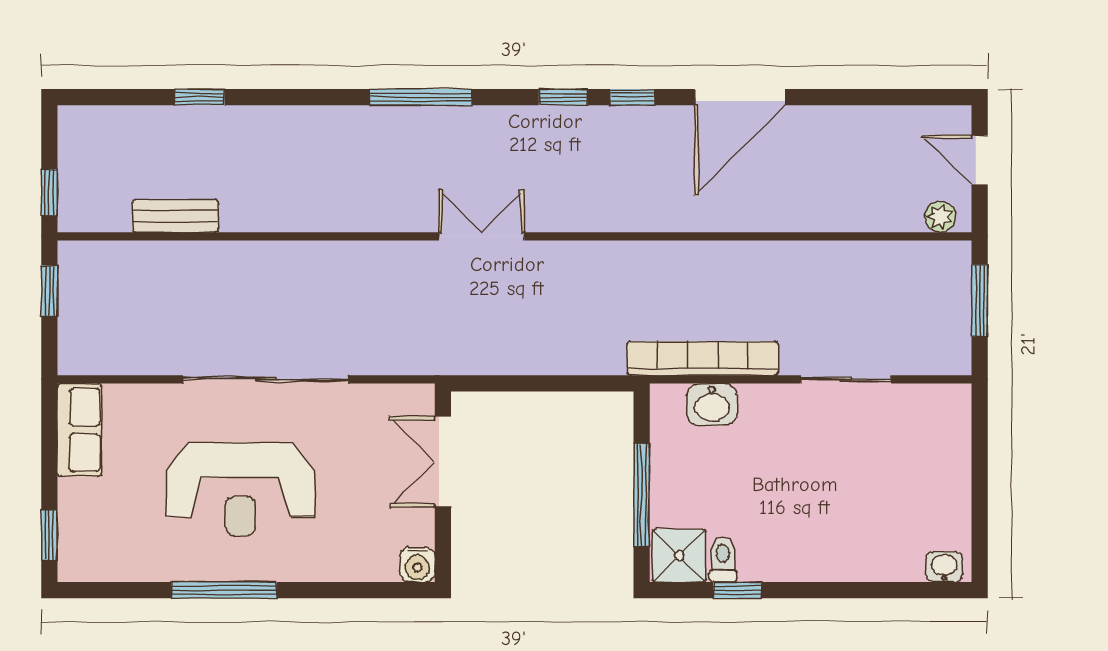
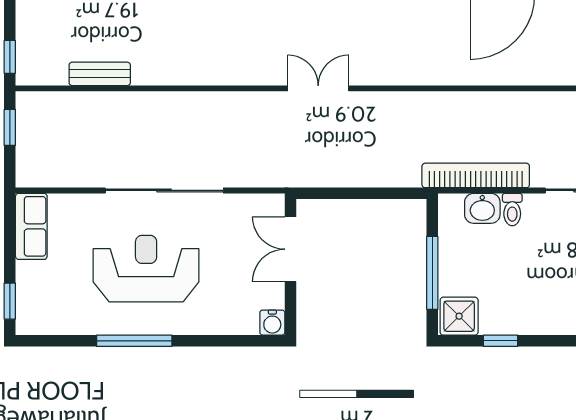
reception desk: (240, 489) -> (146, 269), turned 180
toilet: (723, 560) -> (512, 210), moved, turned 180

